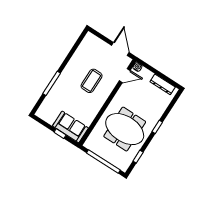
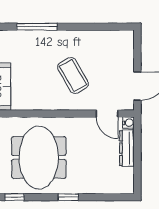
coffee table: (92, 81) -> (73, 75), turned 60
dresser: (163, 84) -> (127, 148), moved

